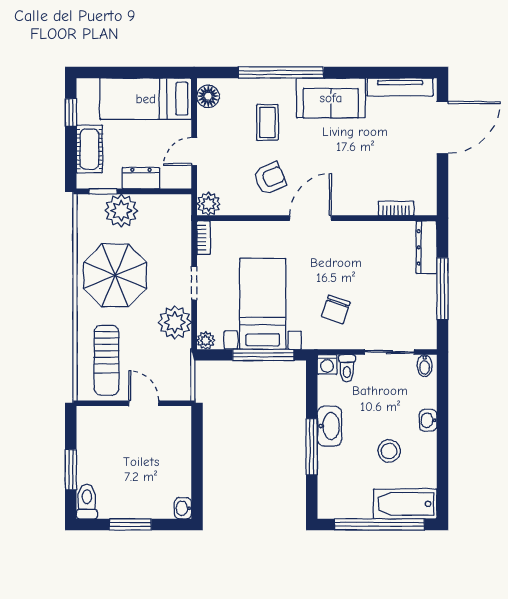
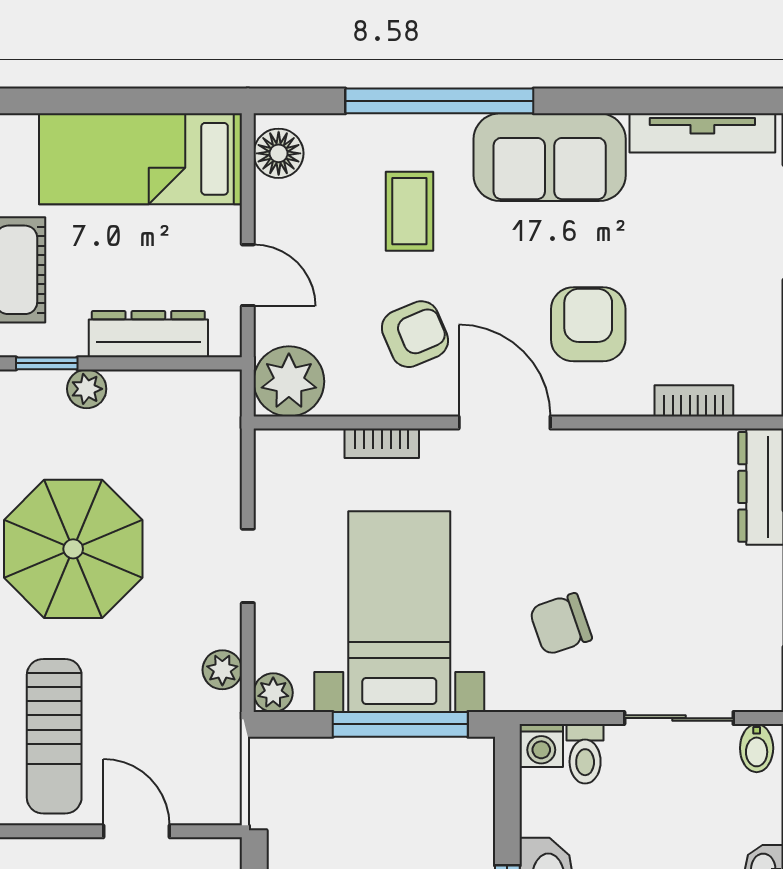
door: (194, 151) -> (248, 275), swing flipped
armchair: (348, 174) -> (588, 324), added
dresser: (141, 178) -> (148, 334), width x1.44
plant: (209, 204) -> (289, 381), width x1.36, depth x1.36
plant: (121, 211) -> (87, 389), width x0.53, depth x0.53
door: (310, 218) -> (505, 423), hinge flipped
bookcase: (204, 238) -> (382, 443), moved, turned 90
chair: (336, 309) -> (561, 624), turned 52
plant: (175, 322) -> (222, 670), width x0.53, depth x0.53

